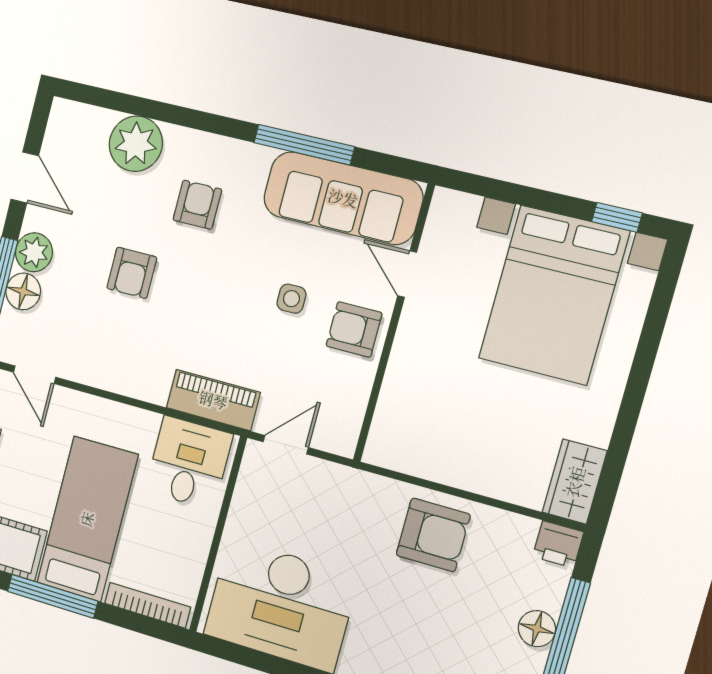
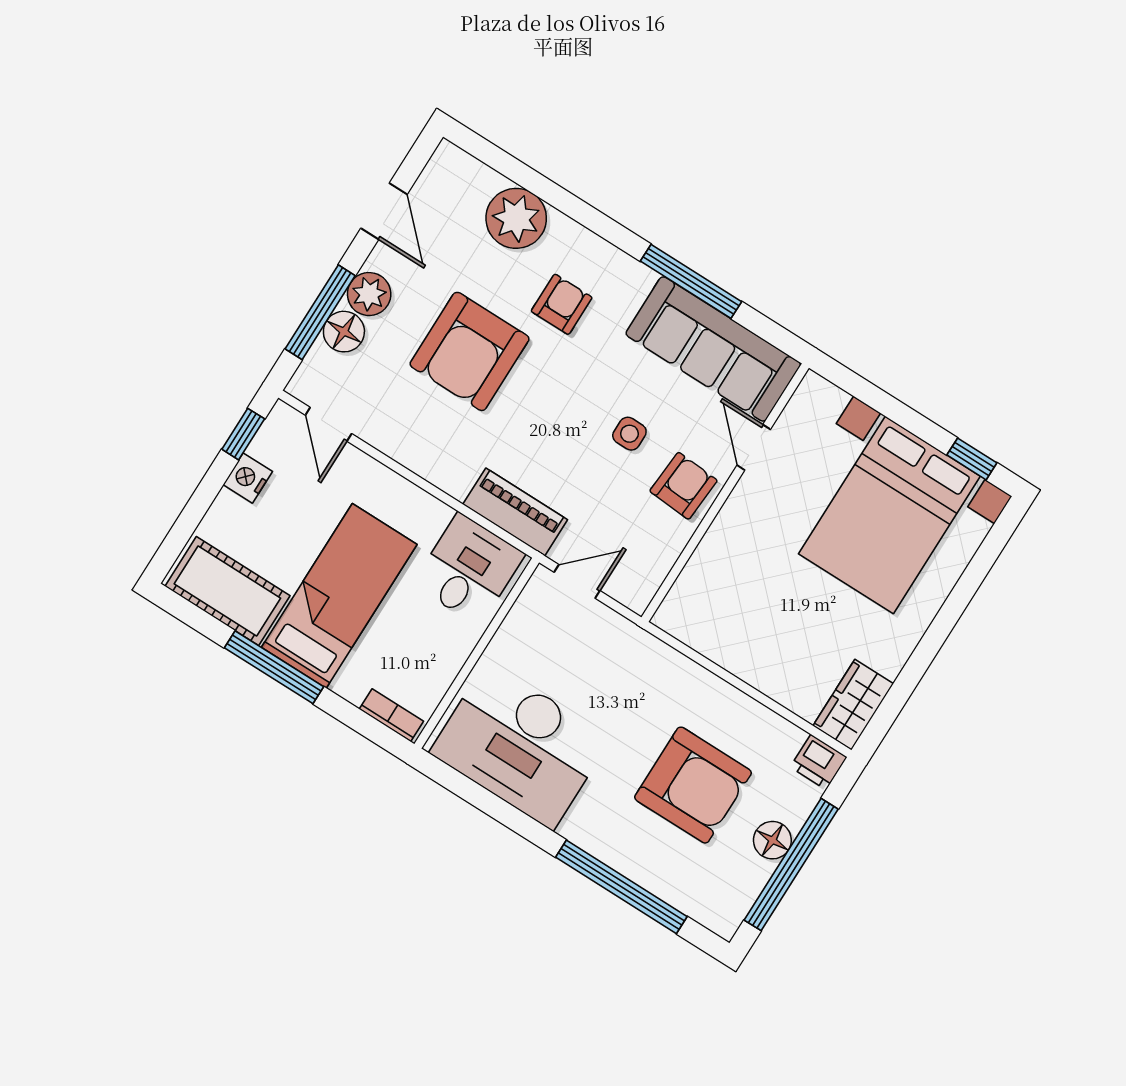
armchair: (132, 273) -> (470, 351), width x1.88, depth x1.88
armchair: (354, 329) -> (683, 486), turned 94
armchair: (433, 535) -> (693, 785), moved, width x1.36, depth x1.36
bookcase: (148, 605) -> (391, 715), width x0.64

